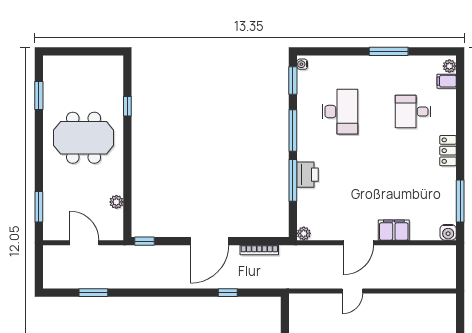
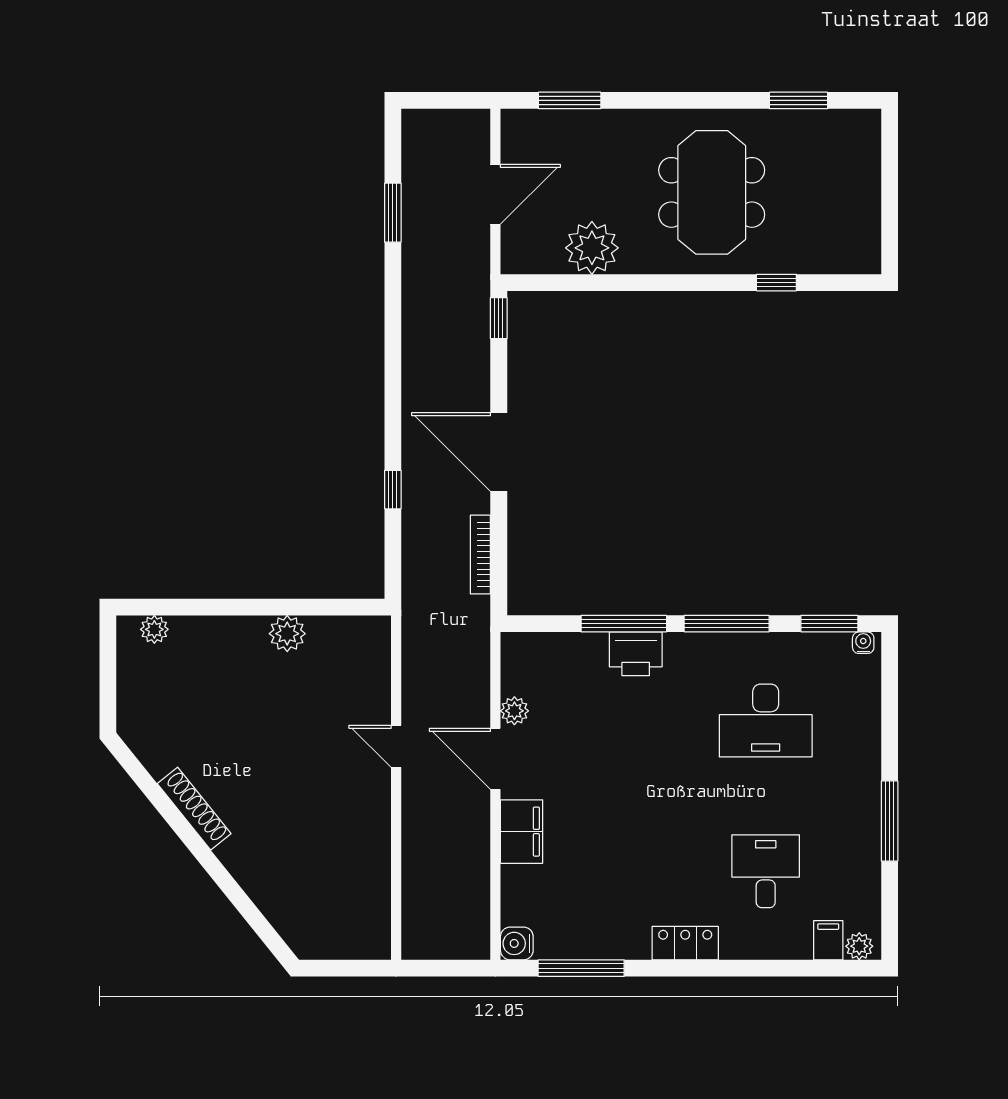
plant: (116, 202) -> (592, 248), width x1.88, depth x1.88
plant: (304, 233) -> (514, 711), moved

